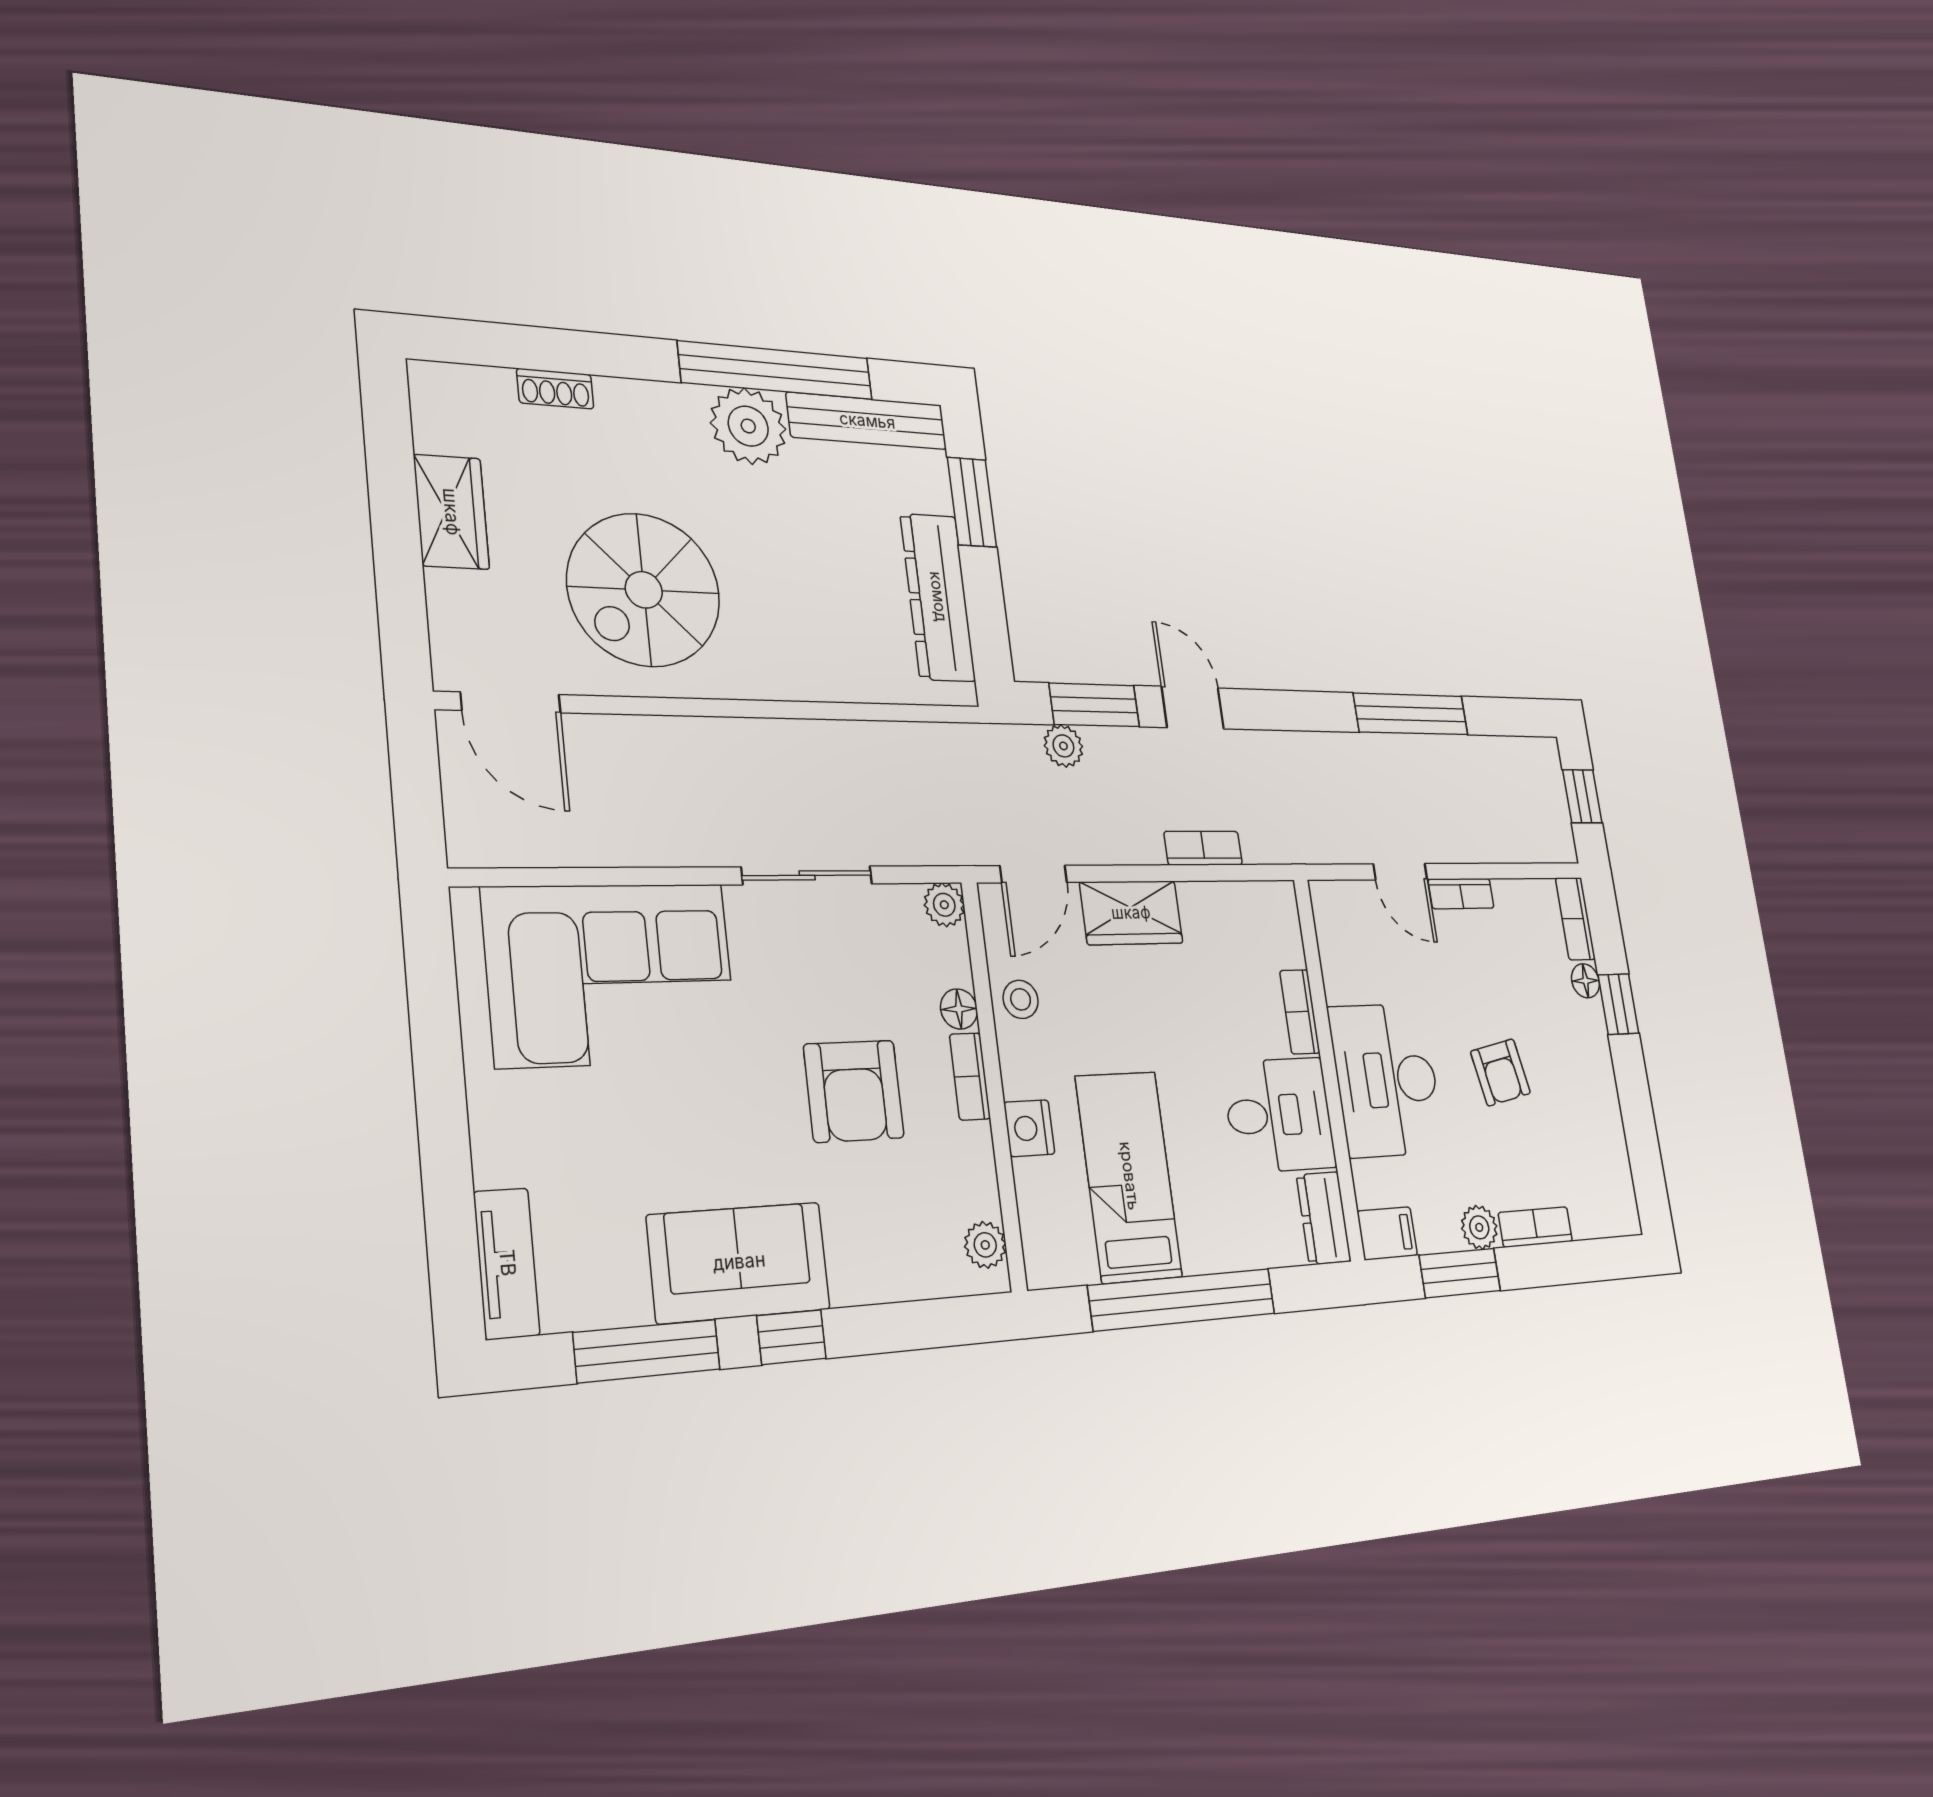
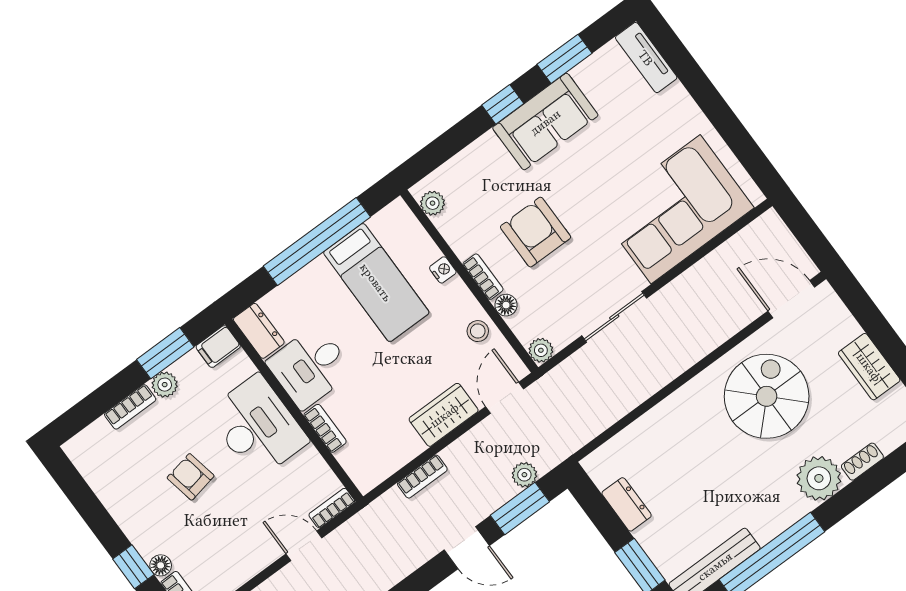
plant: (748, 426) -> (819, 478), moved
dresser: (938, 597) -> (627, 504), width x0.51, depth x0.80
bookcase: (1461, 894) -> (332, 508), moved
nightstand: (1029, 1128) -> (443, 270), width x0.72, depth x0.74
window: (647, 1351) -> (564, 59), width x0.69

